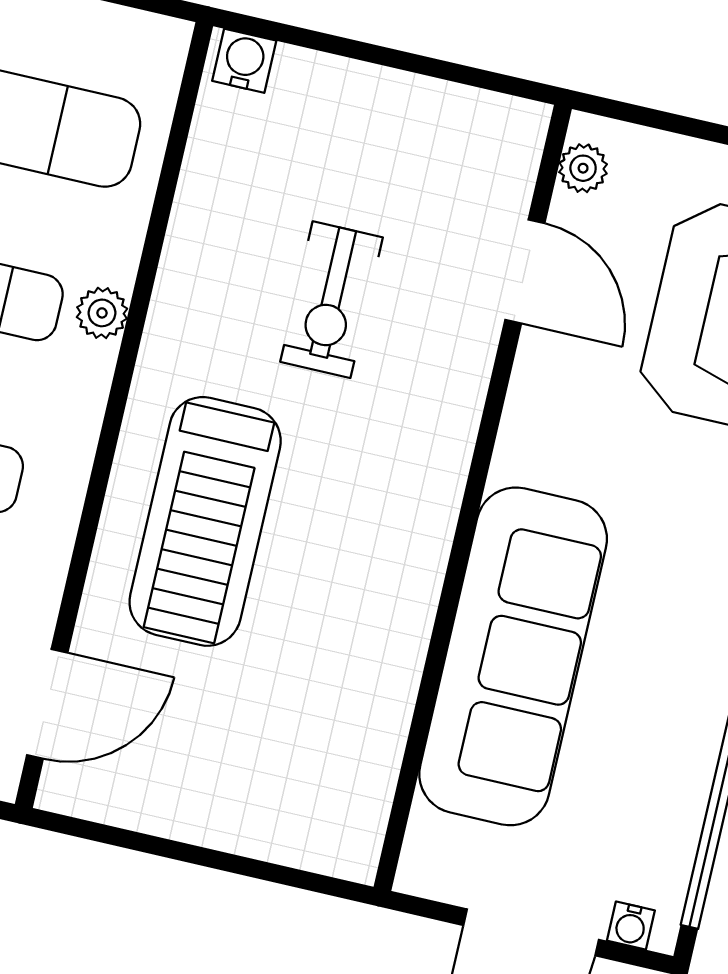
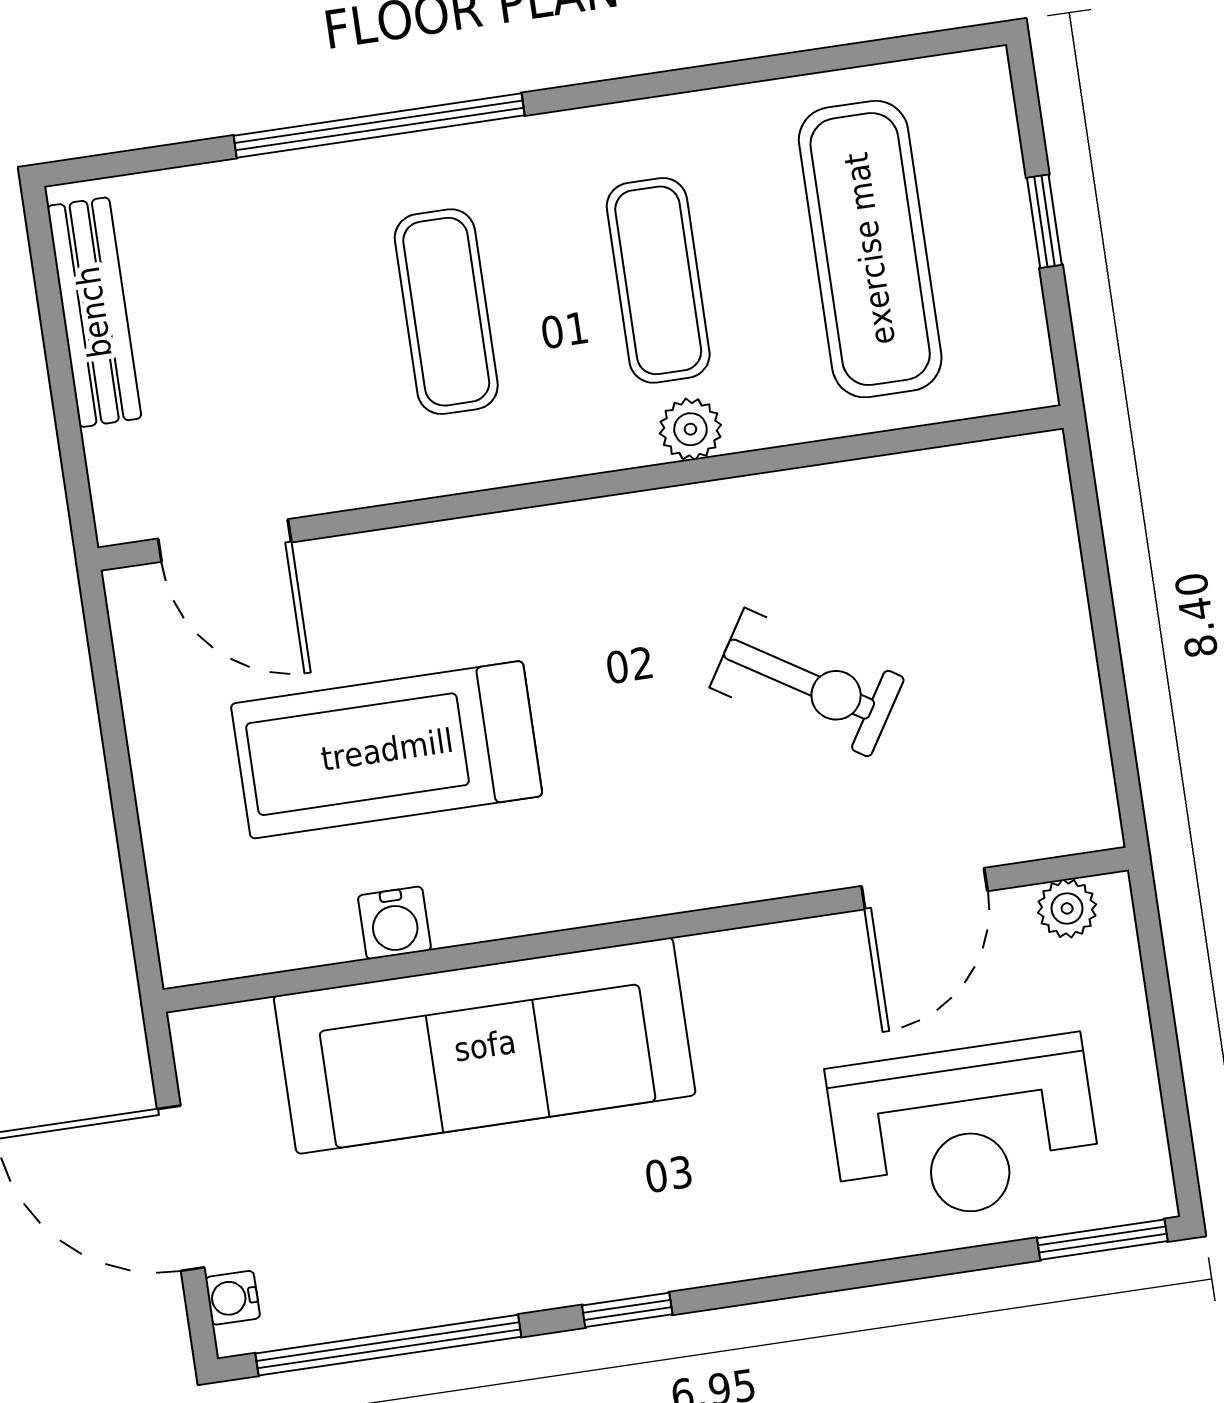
water cooler: (244, 61) -> (394, 923), moved, turned 90
exercise bike: (332, 300) -> (807, 683), turned -148
treadmill: (205, 521) -> (387, 750), moved

